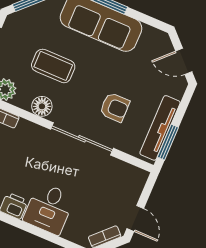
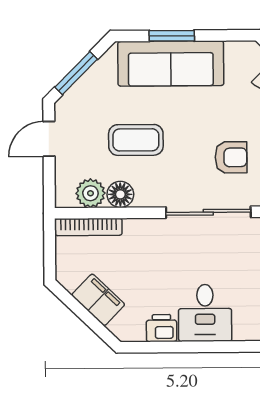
floor lamp: (42, 106) -> (120, 194), moved

